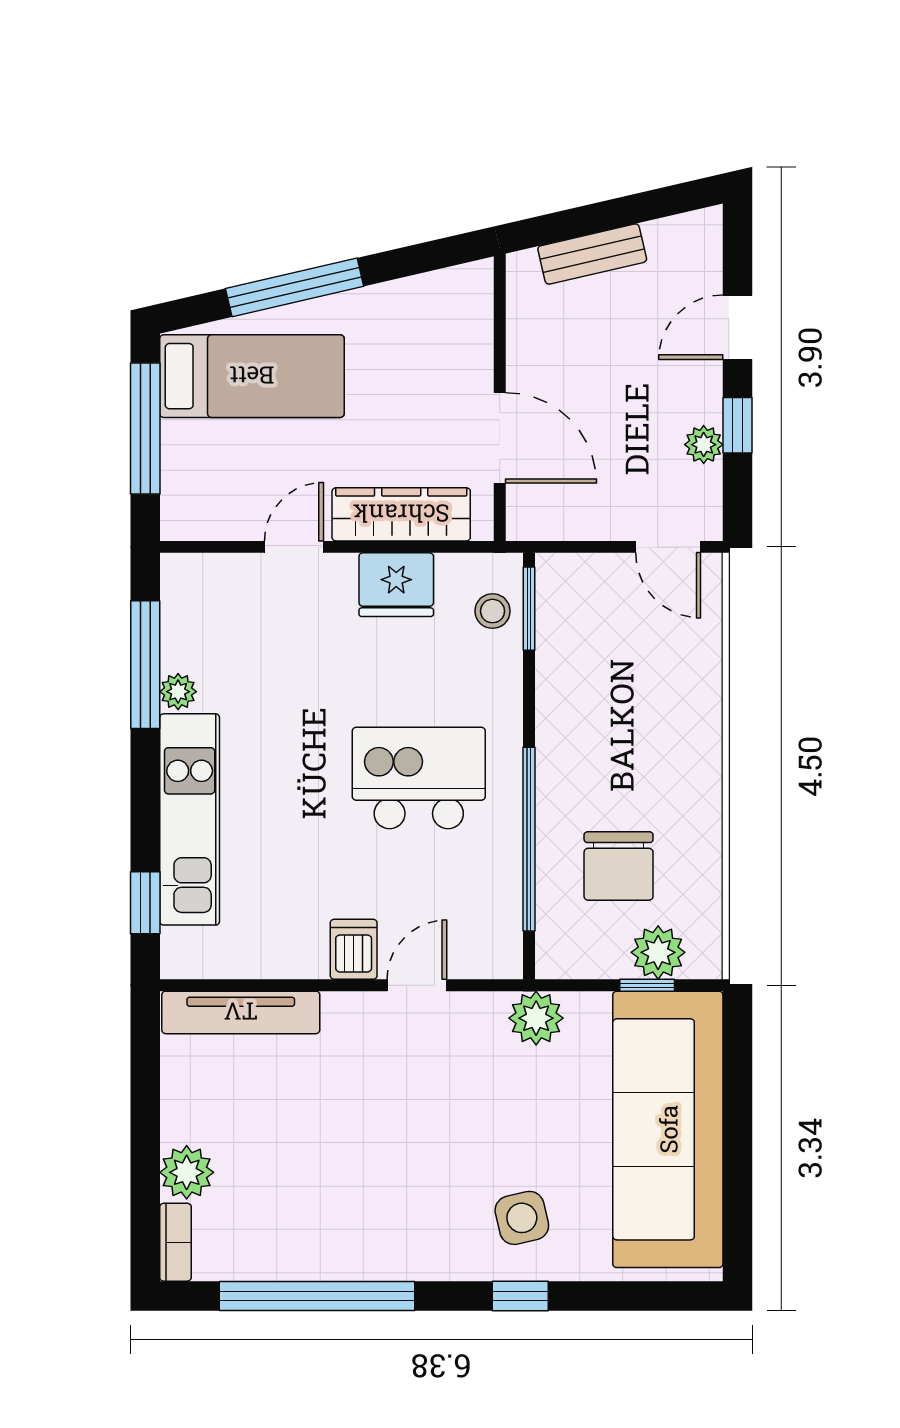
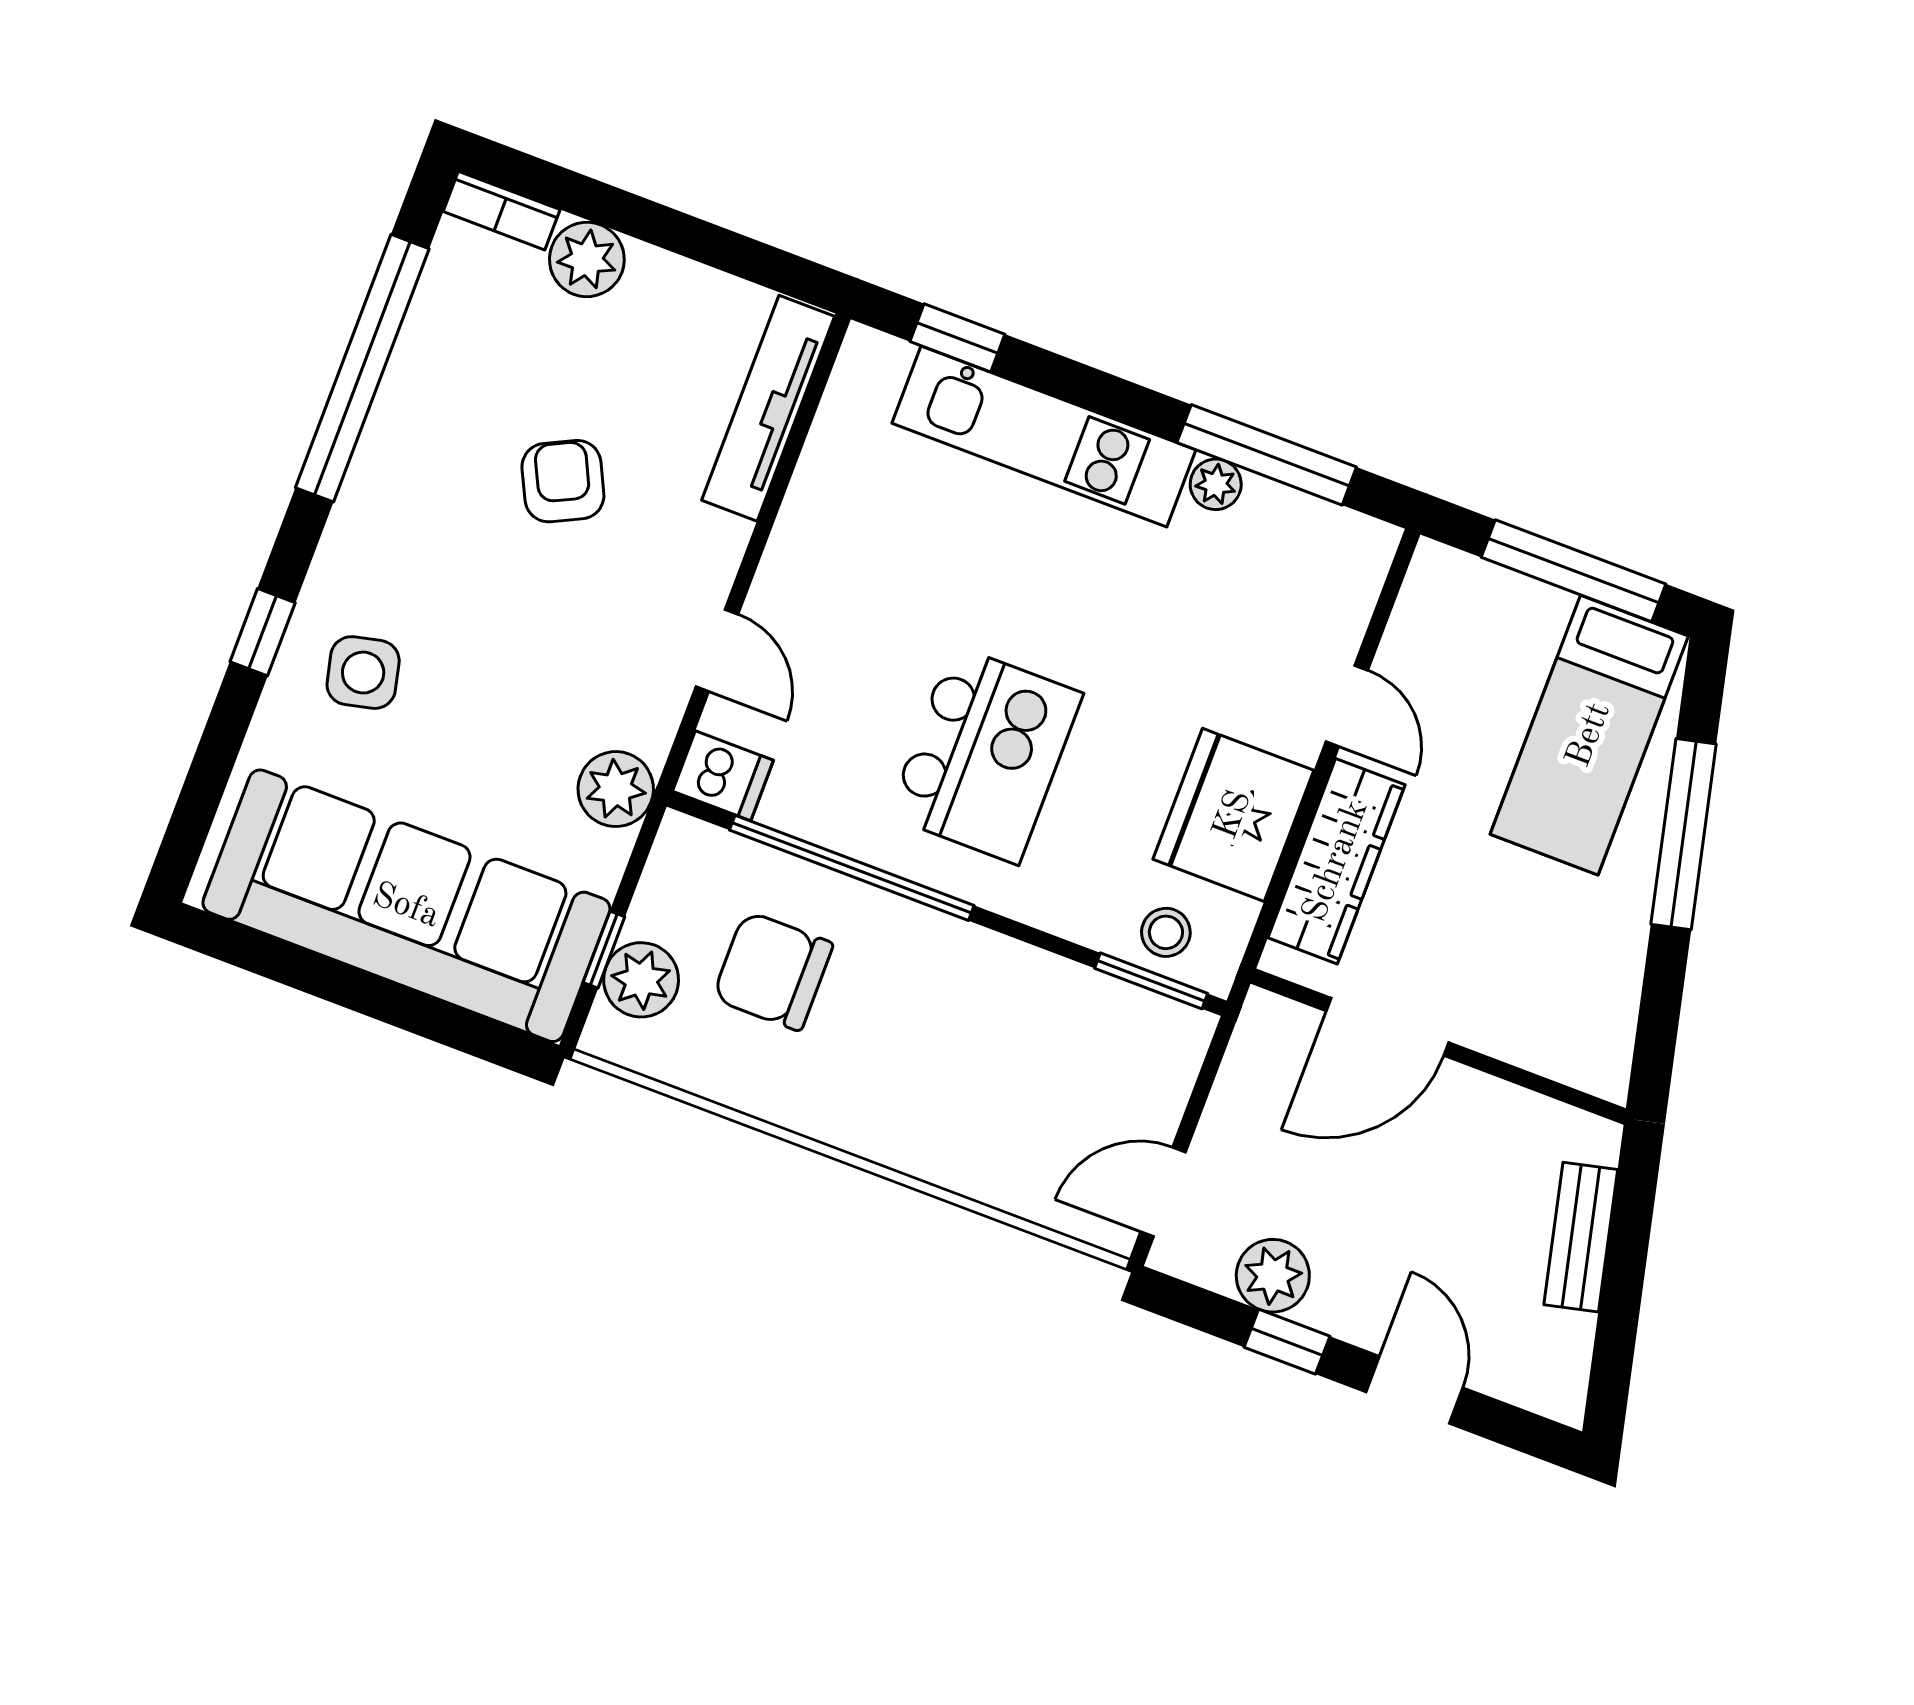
plant: (704, 445) -> (1273, 1276), width x1.38, depth x1.38
fridge: (396, 585) -> (1233, 815), width x1.36, depth x1.34
dishwasher: (354, 949) -> (723, 776), moved
armchair: (342, 1132) -> (563, 481), added

